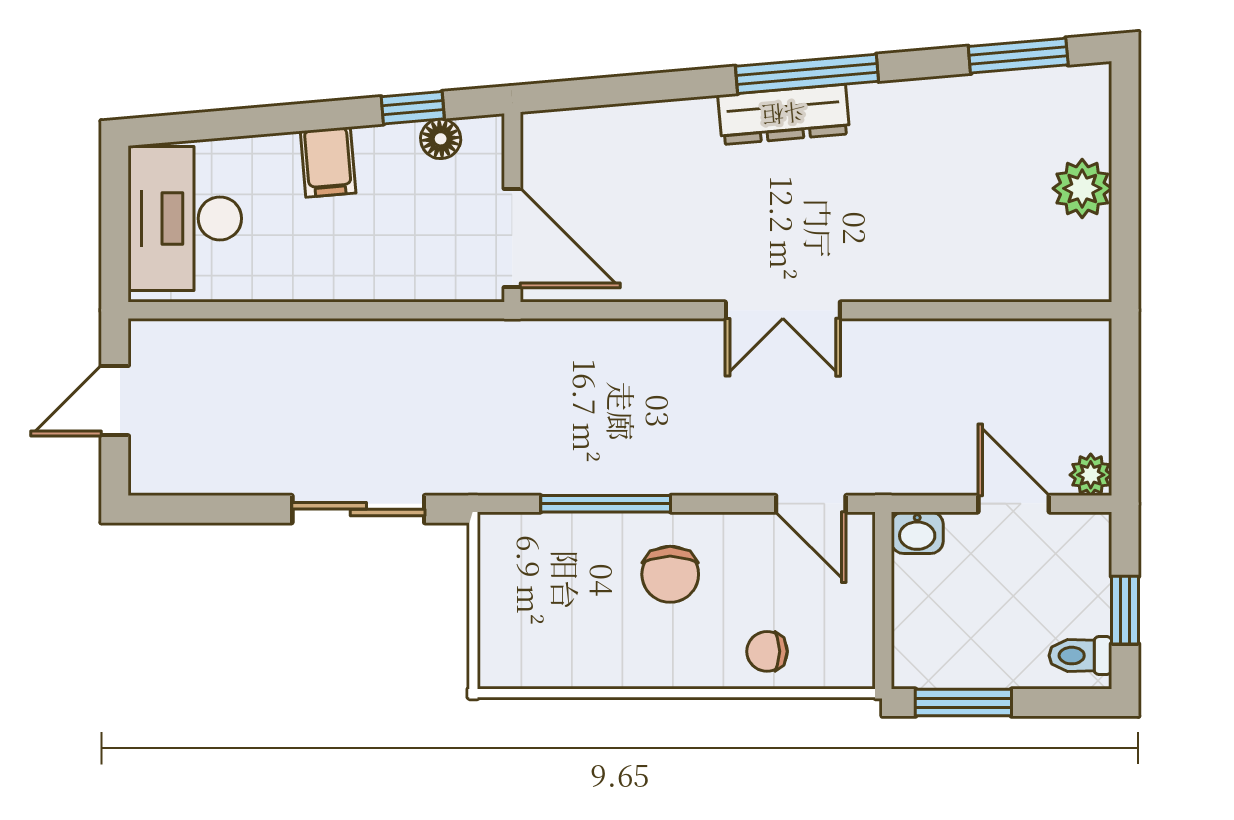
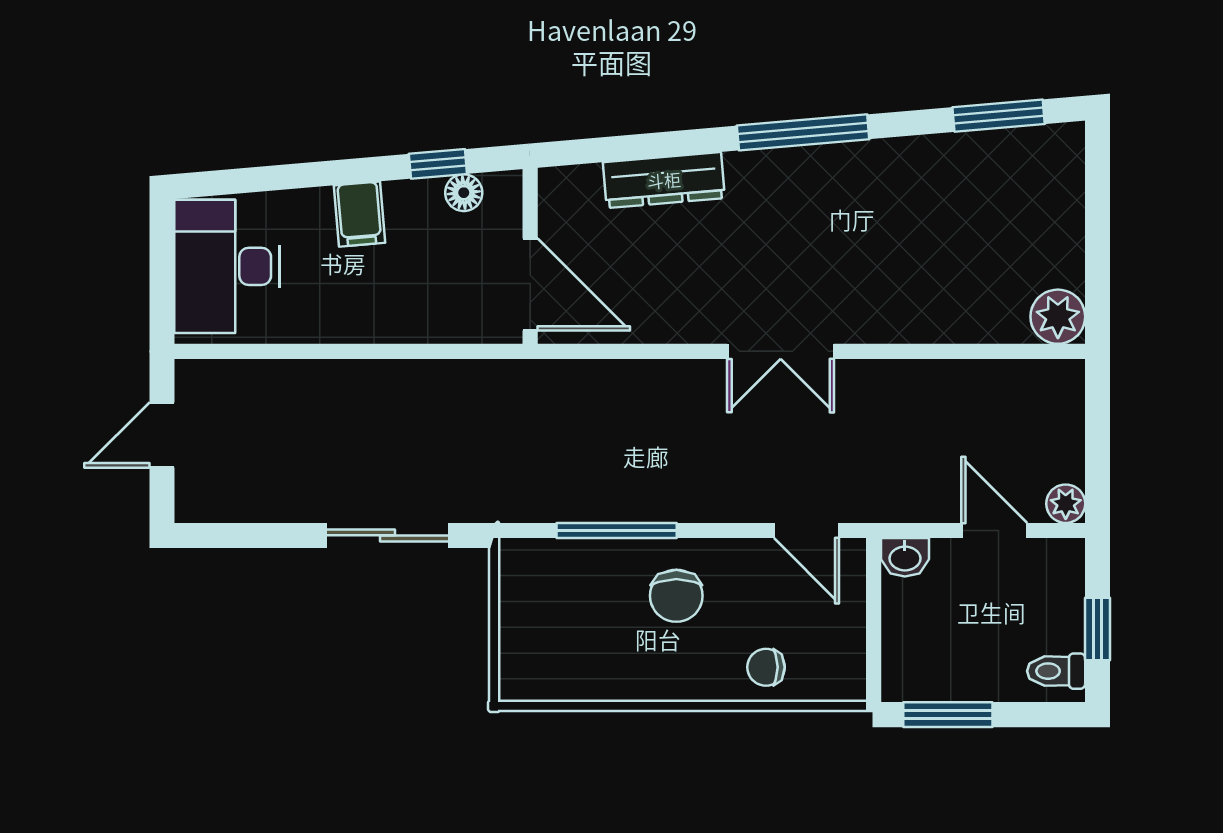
dresser: (784, 114) -> (664, 180), moved
plant: (1082, 188) -> (1058, 317), moved

